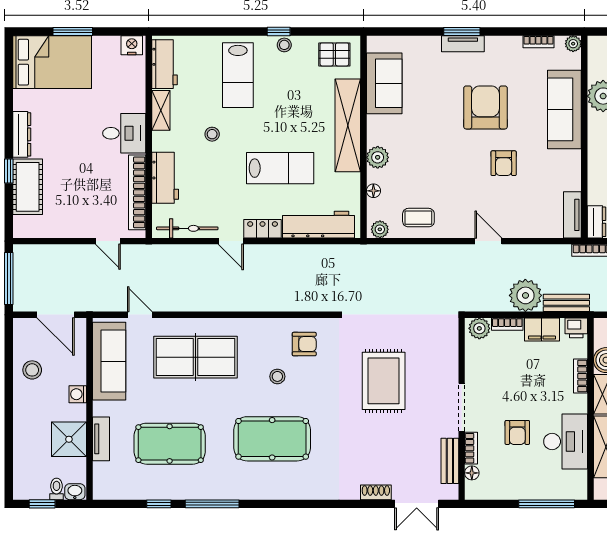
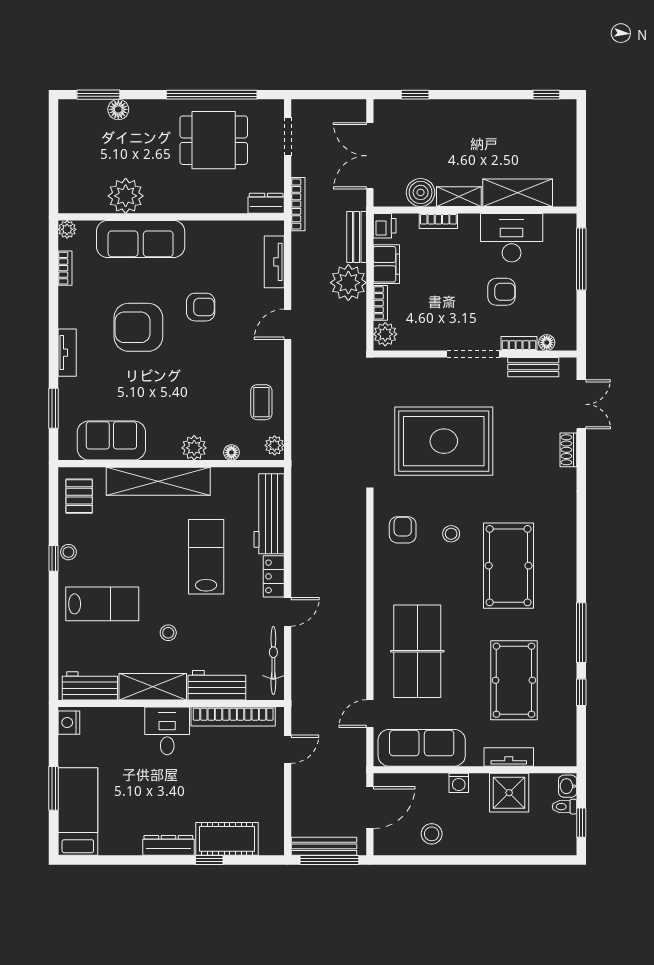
window: (462, 32) -> (53, 408), moved
bed: (52, 62) -> (78, 812), width x0.67
shelving: (161, 110) -> (153, 687), width x1.50, depth x1.33
tv unit: (572, 215) -> (274, 262), moved, turned 90
bench: (21, 274) -> (324, 846), added
stool: (277, 376) -> (451, 534), moved
rug: (384, 381) -> (444, 441), width x1.37, depth x1.44

